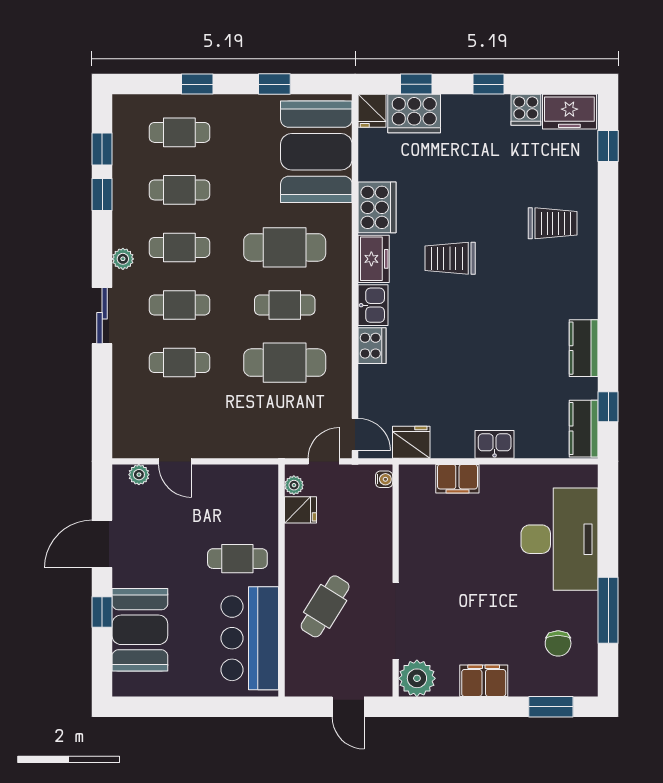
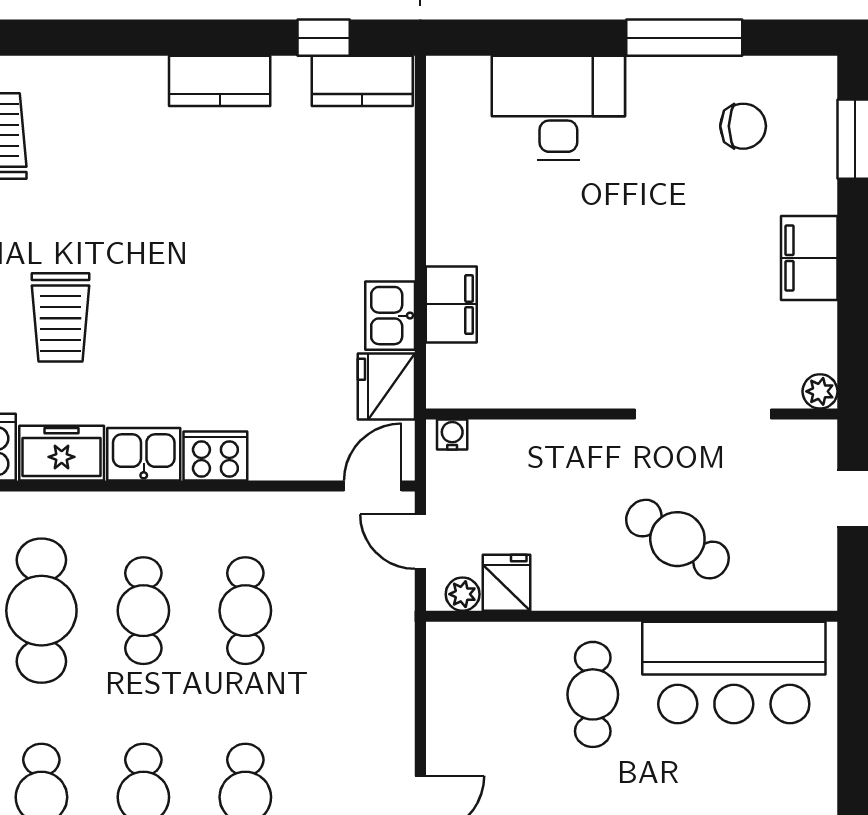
cafe table: (285, 363) -> (245, 611), width x0.73, depth x0.74
kitchen sink: (495, 444) -> (390, 316), moved
desk: (560, 539) -> (558, 108), width x0.73, depth x0.77
plant: (417, 678) -> (820, 391), width x0.53, depth x0.53

